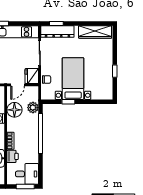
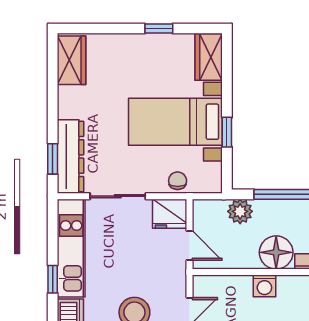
wardrobe: (95, 32) -> (72, 60), width x0.67
wardrobe: (102, 93) -> (209, 57), added
floor lamp: (14, 110) -> (276, 252), moved

